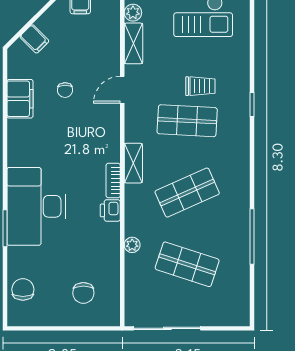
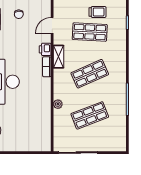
door: (122, 90) -> (52, 25), moved
printer: (110, 210) -> (45, 49), moved
shop shelf: (187, 264) -> (90, 115), turned -39
chair: (83, 293) -> (30, 132), removed

